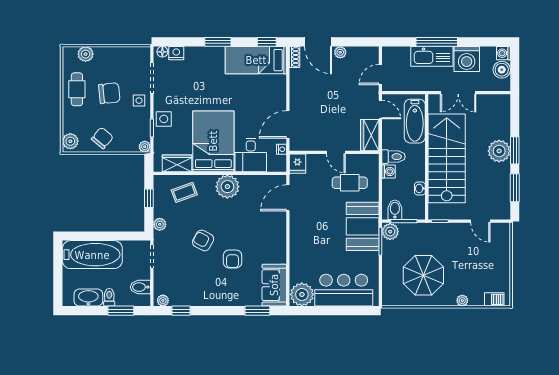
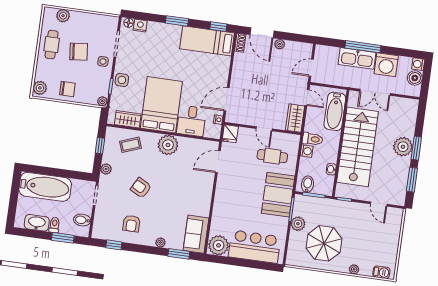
chair: (102, 138) -> (67, 89), turned 50
plant: (390, 232) -> (298, 224), moved
armchair: (233, 259) -> (131, 224), moved
plant: (163, 300) -> (160, 243), moved

